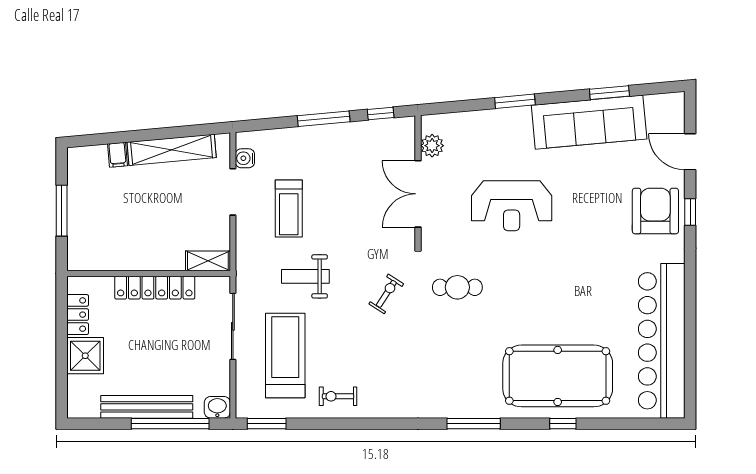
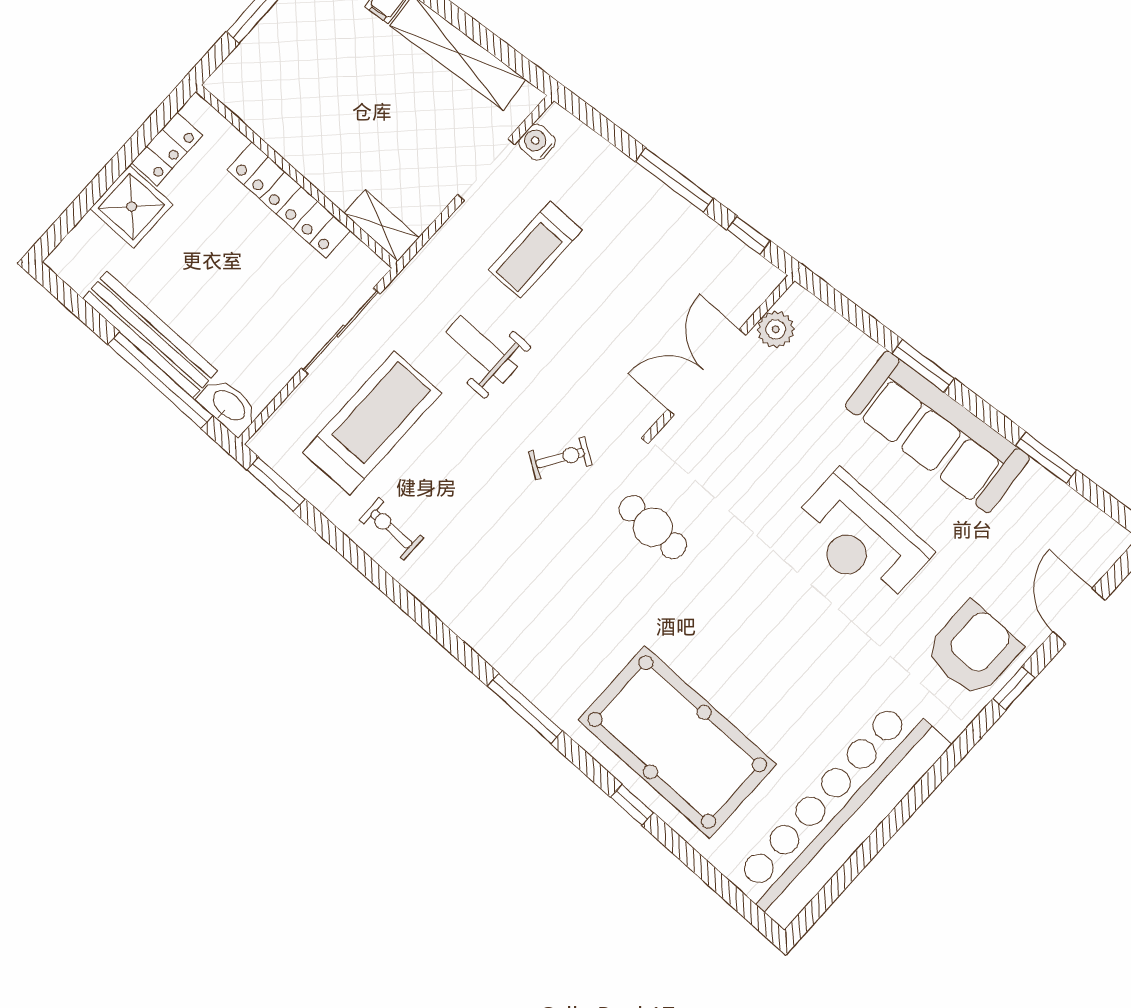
sofa: (589, 122) -> (937, 432), moved
reception desk: (512, 206) -> (861, 539), moved
washbasin: (217, 407) -> (228, 406), width x1.38

